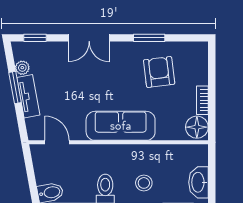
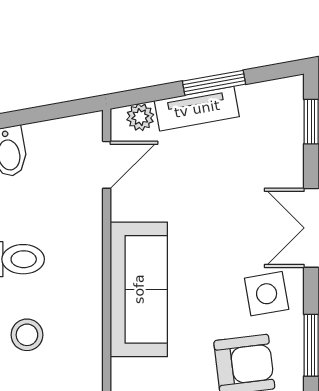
side table: (123, 61) -> (267, 294), added
plant: (22, 68) -> (140, 117), moved

